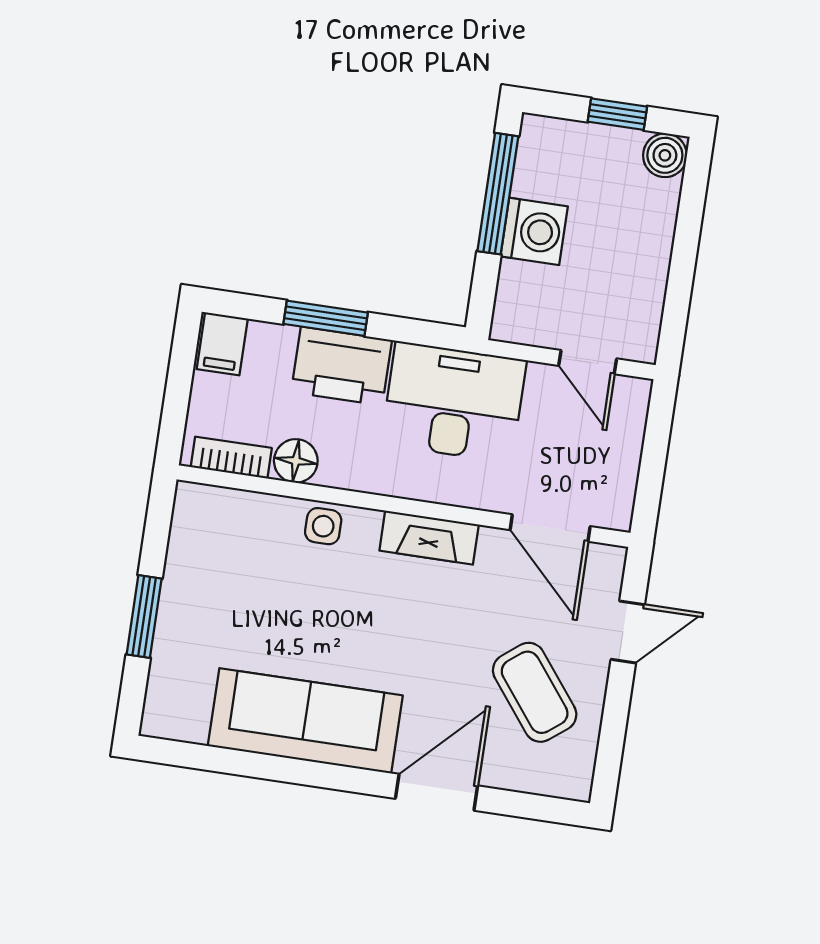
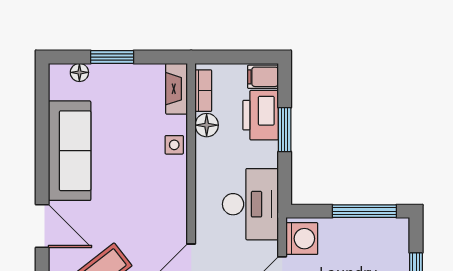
washing machine: (534, 231) -> (302, 239), moved, turned -90
printer: (342, 366) -> (261, 115), moved
fireplace: (429, 538) -> (177, 89), moved
floor lamp: (164, 681) -> (79, 72), added

